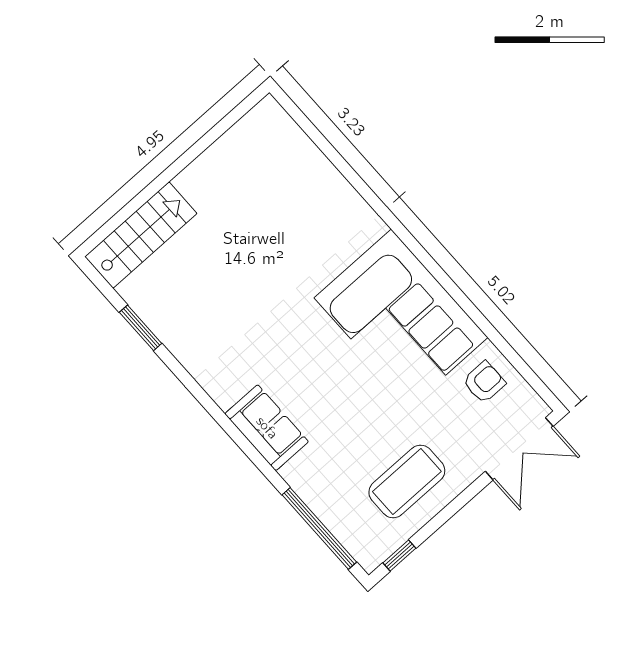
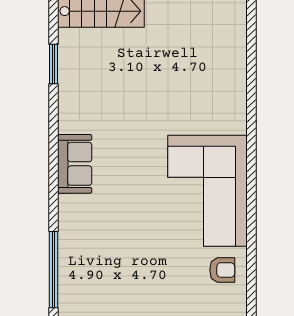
sofa: (267, 428) -> (75, 164), moved
coffee table: (407, 481) -> (127, 287), removed

